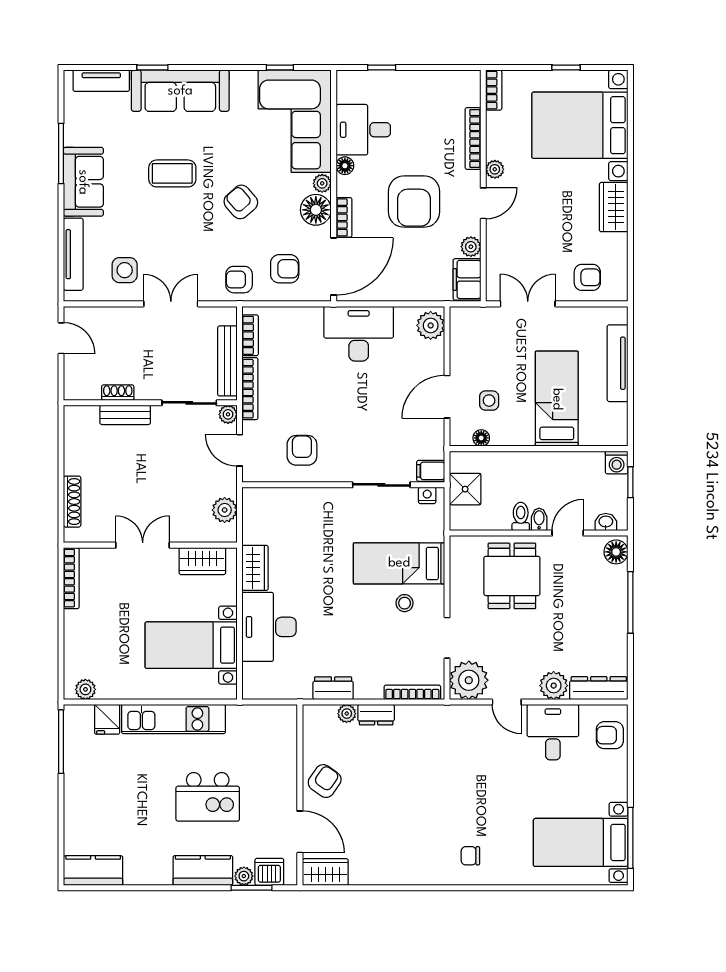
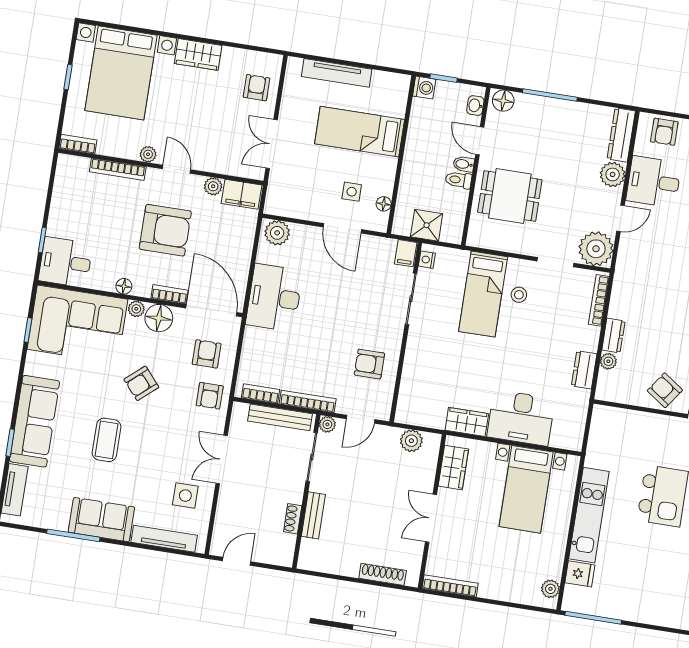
desk: (363, 130) -> (66, 262), moved, turned 90

